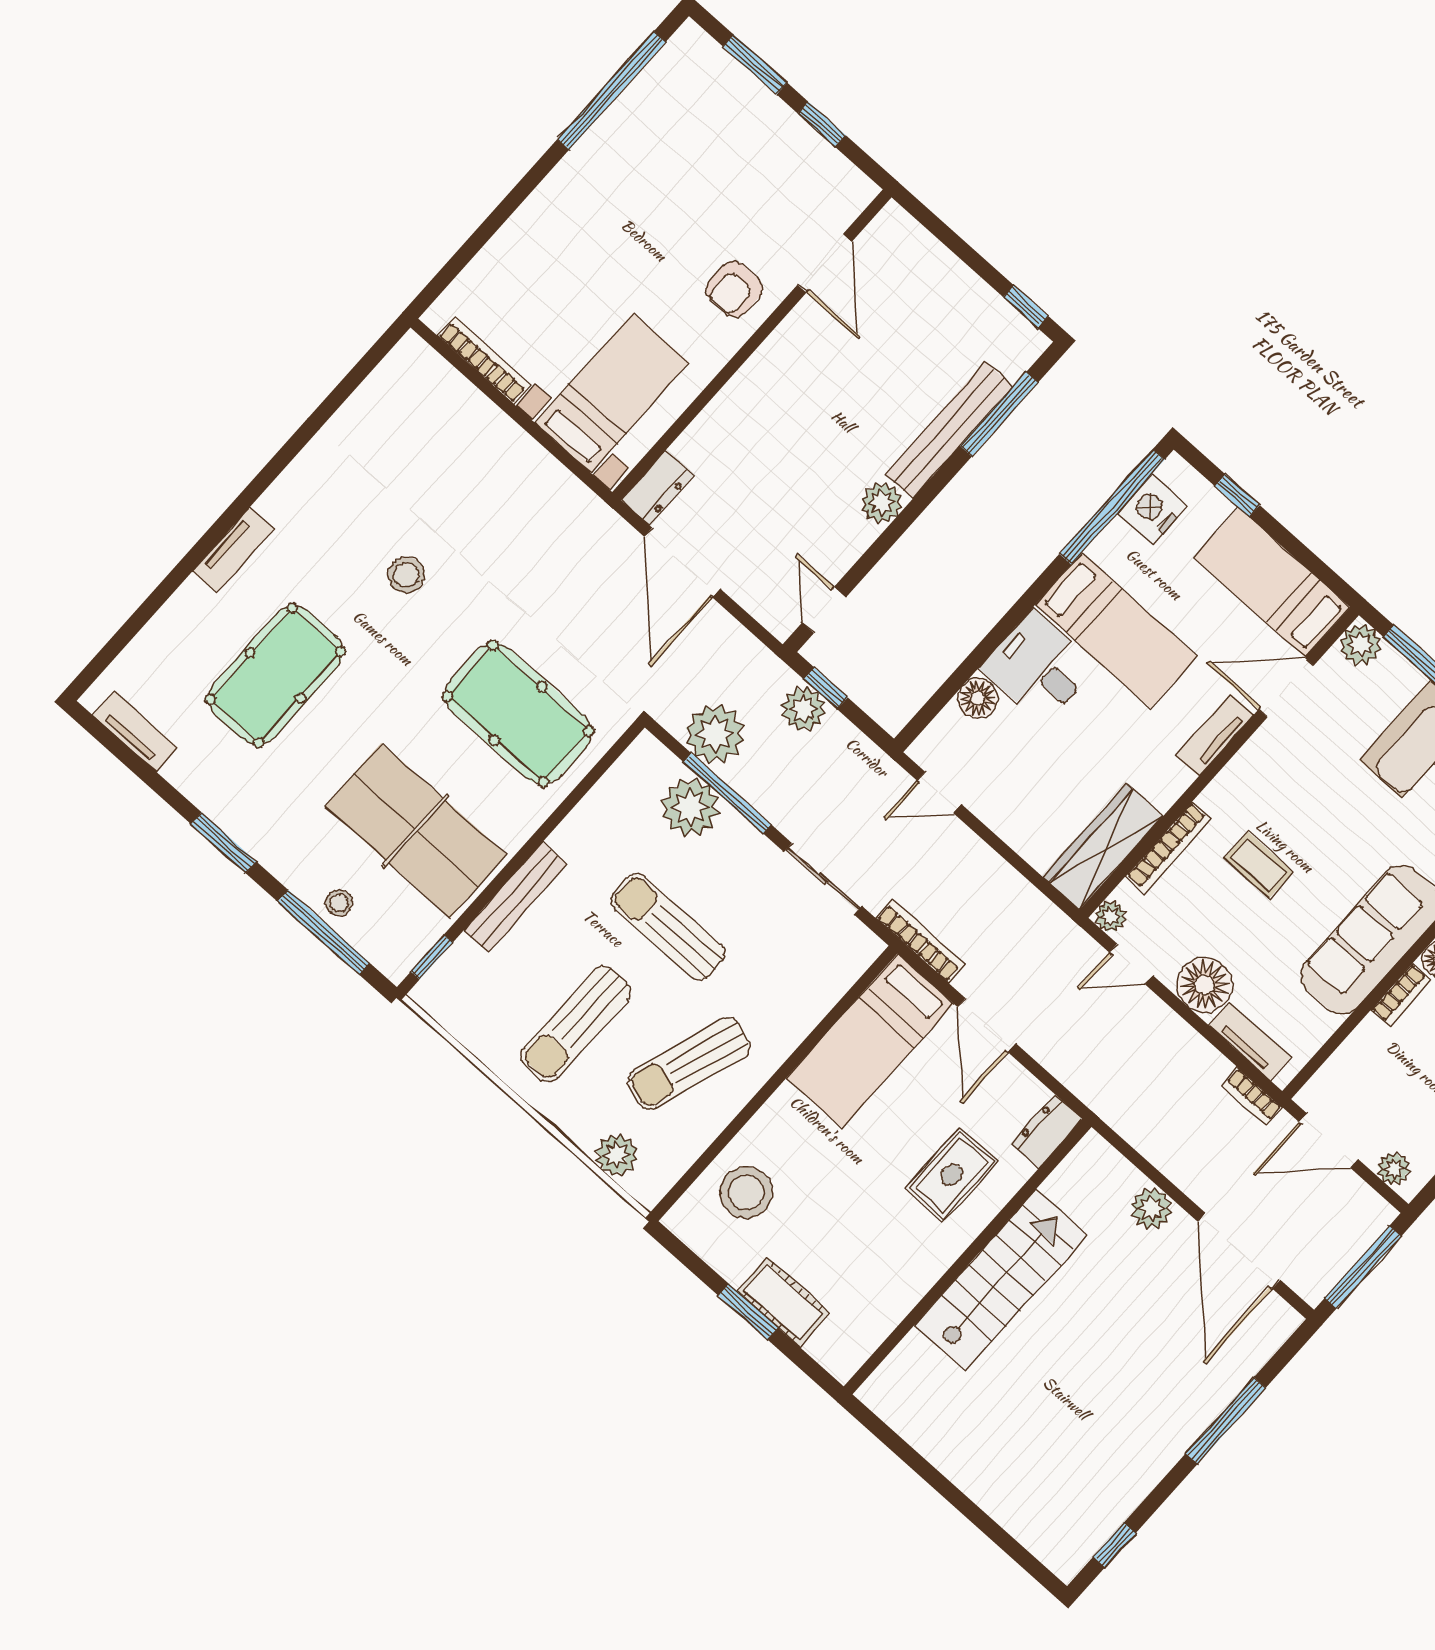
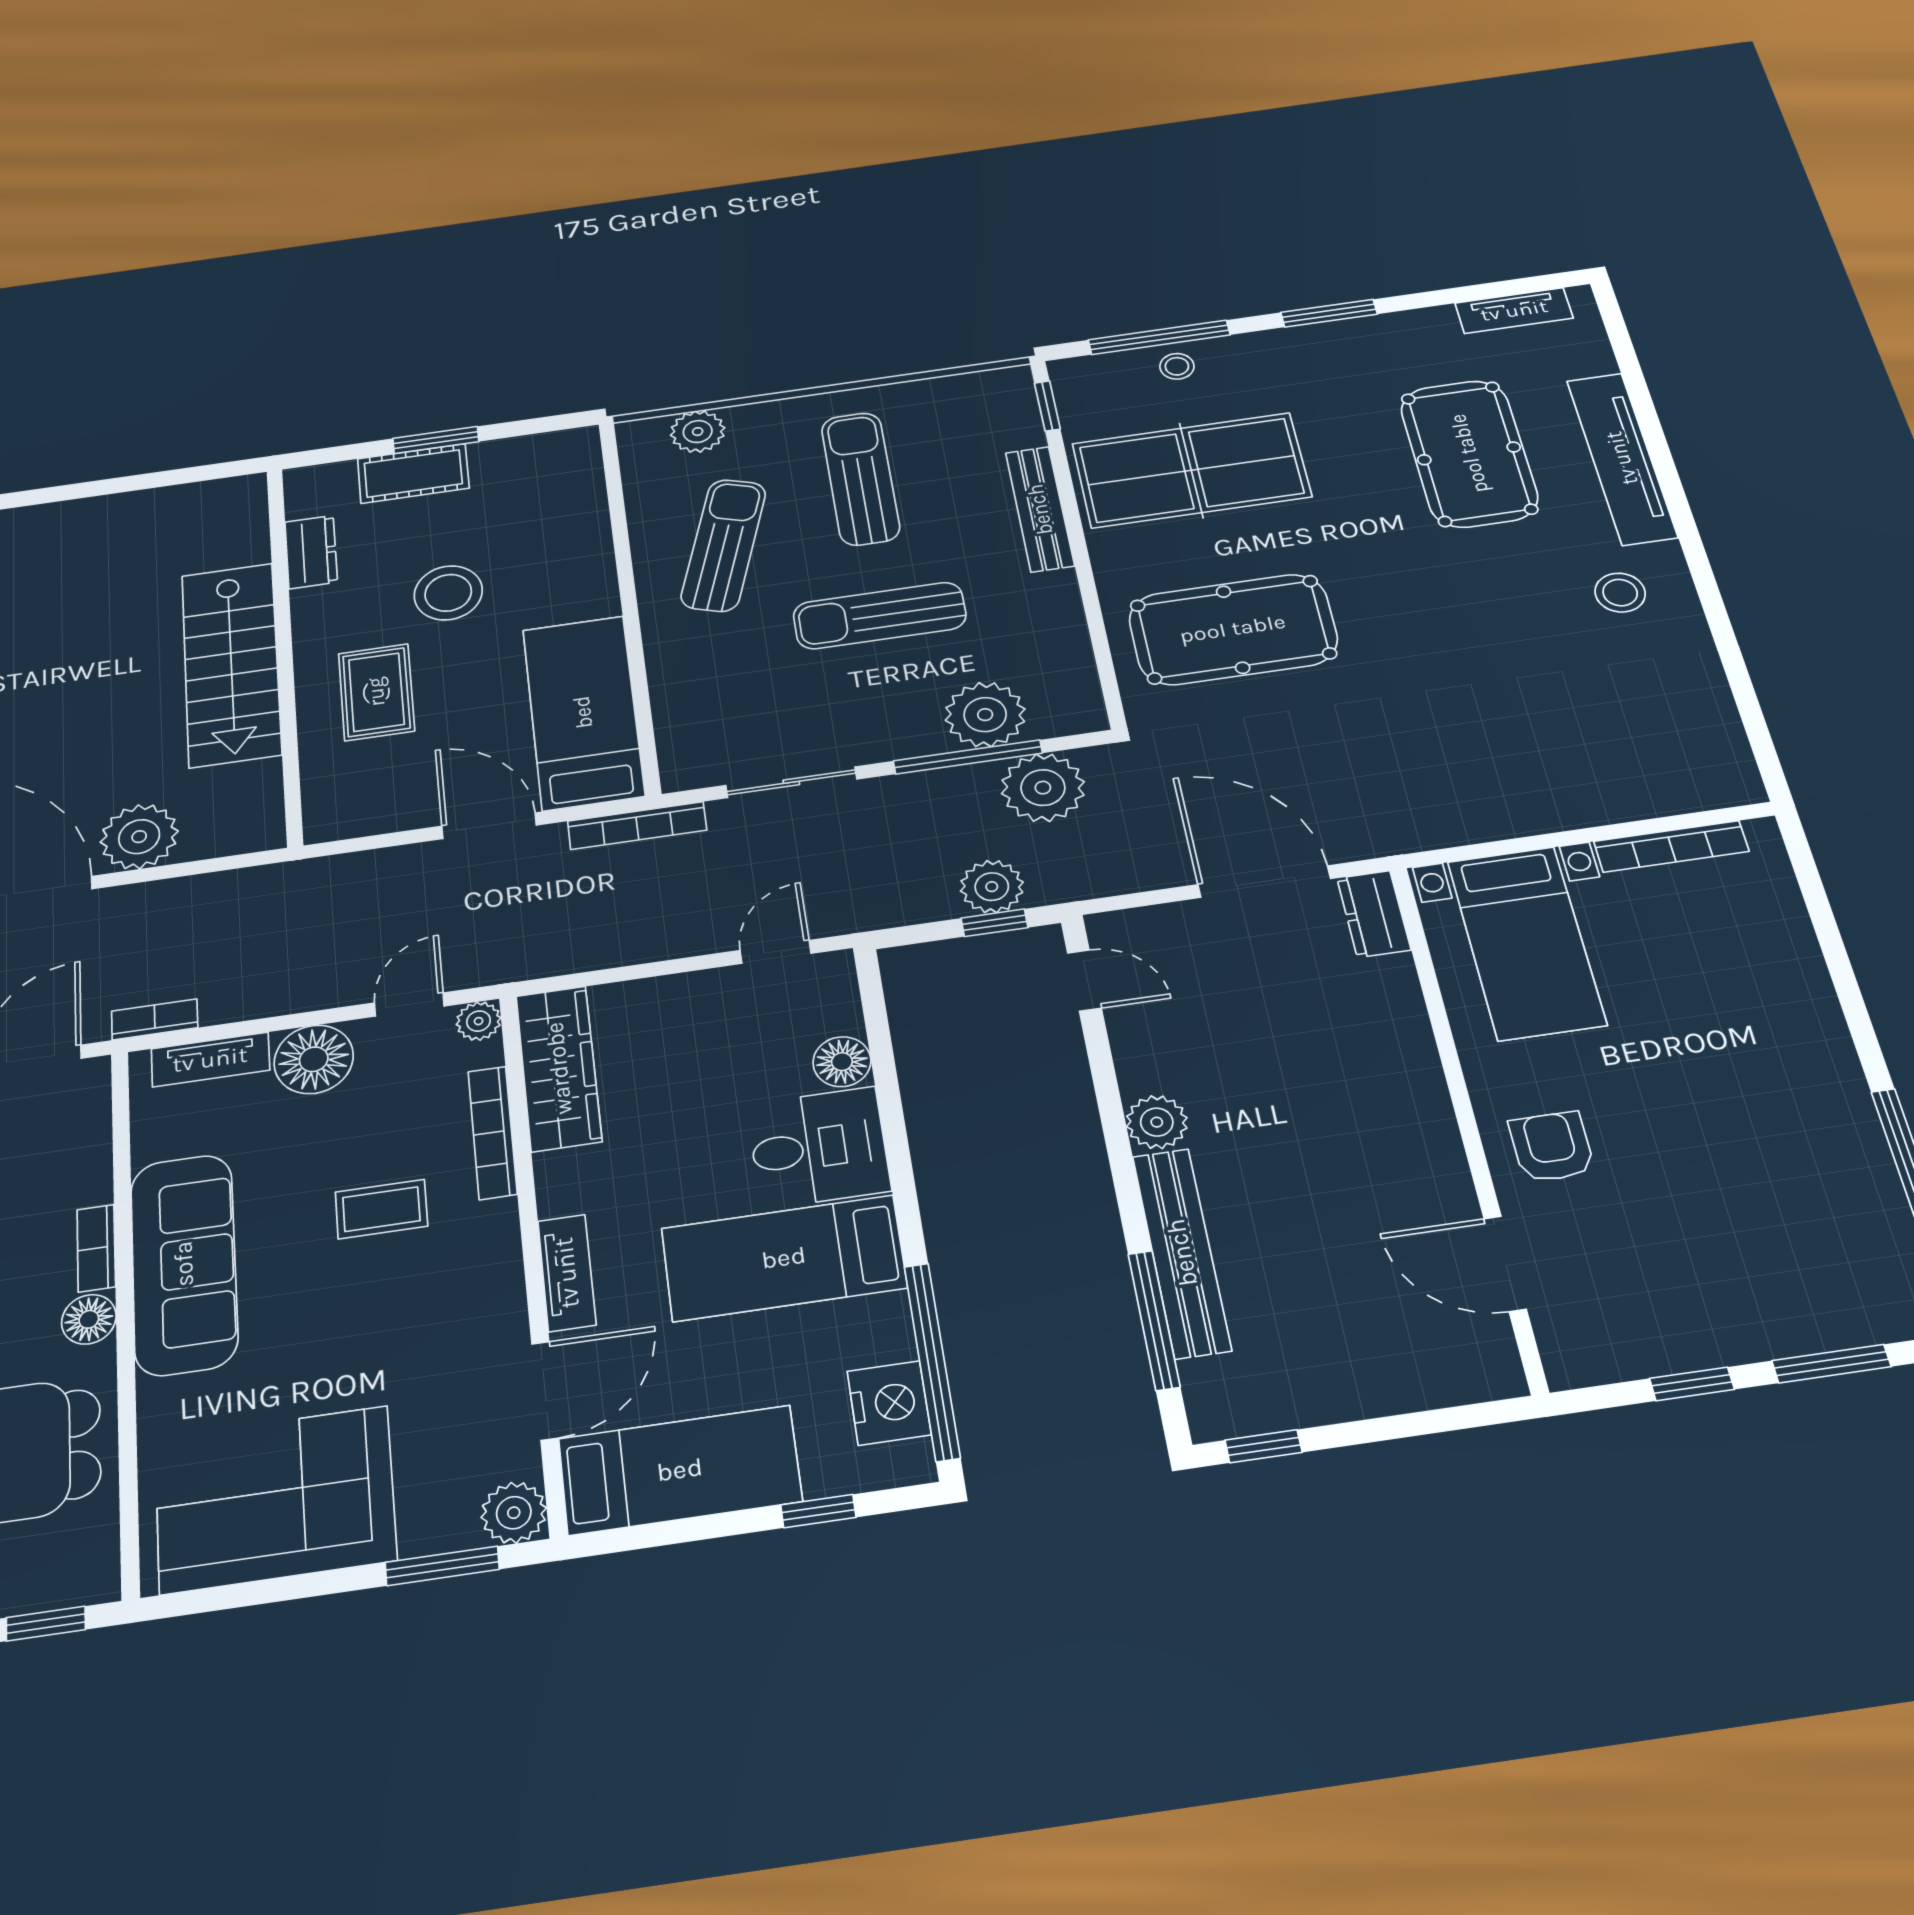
tv unit: (233, 550) -> (1622, 458), width x1.92, depth x1.29
stool: (406, 575) -> (1620, 593), moved
sun lounger: (668, 927) -> (880, 616), turned 180
dresser: (1047, 1131) -> (311, 552), moved
stool: (746, 1192) -> (448, 593), moved
plant: (1152, 1209) -> (139, 837), width x1.36, depth x1.36

